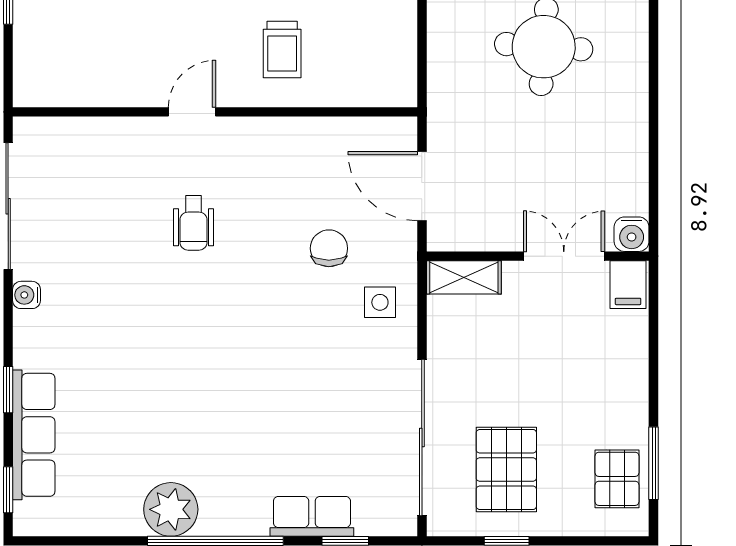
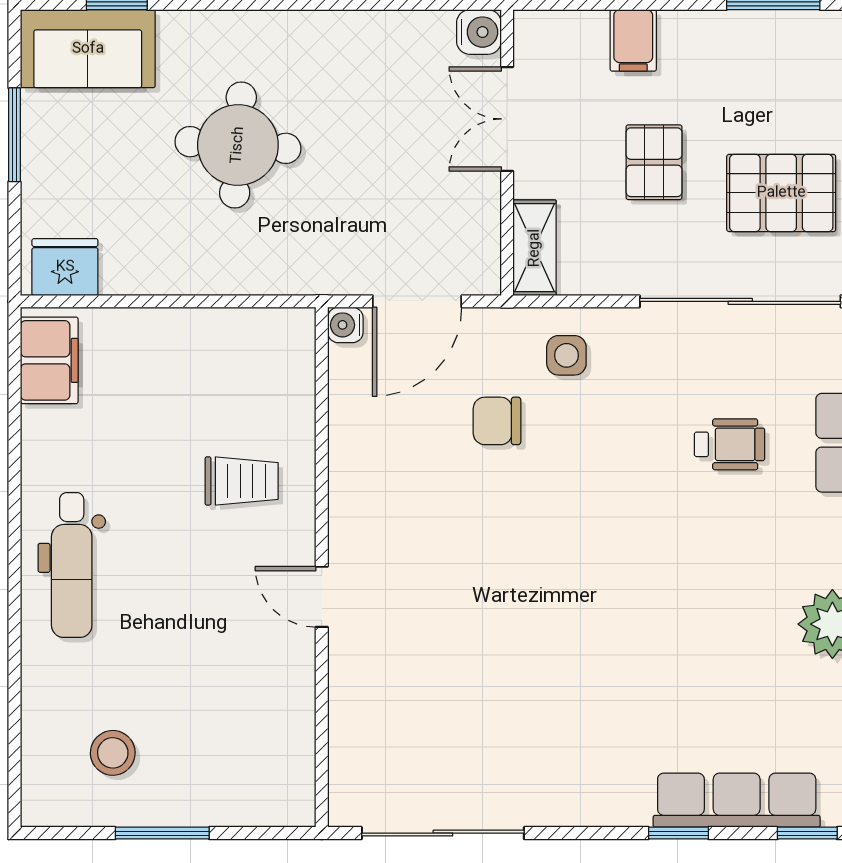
wheelchair: (193, 223) -> (730, 444), moved
filing cabinet: (628, 285) -> (633, 40), moved, turned 90
water cooler: (26, 295) -> (345, 325), moved, turned 90
pallet: (617, 479) -> (654, 162), moved, turned 90

